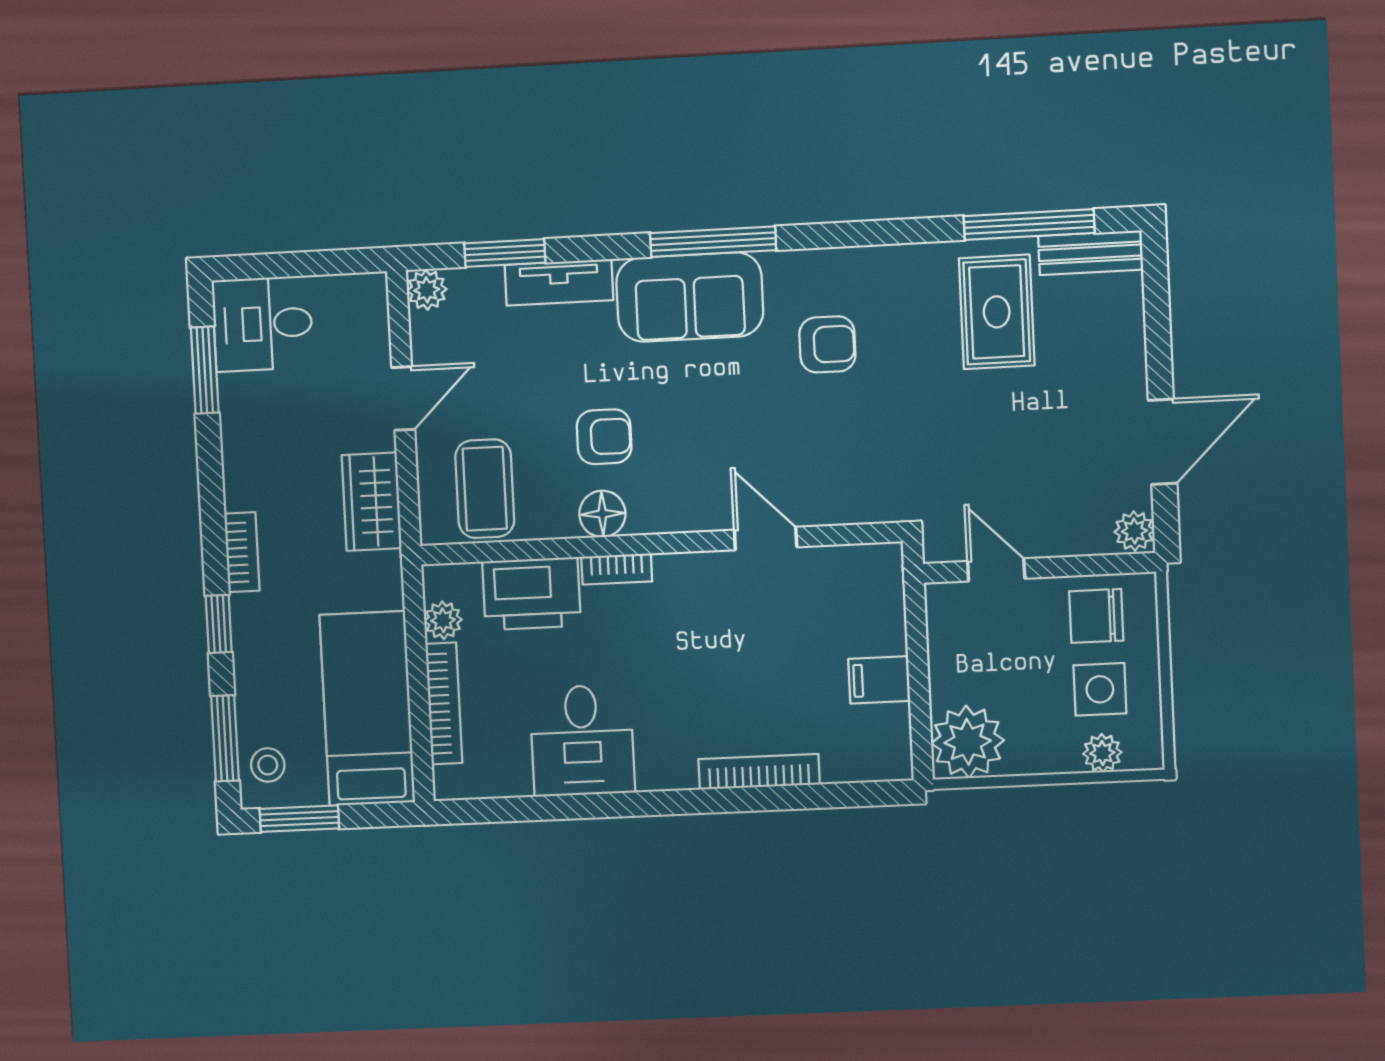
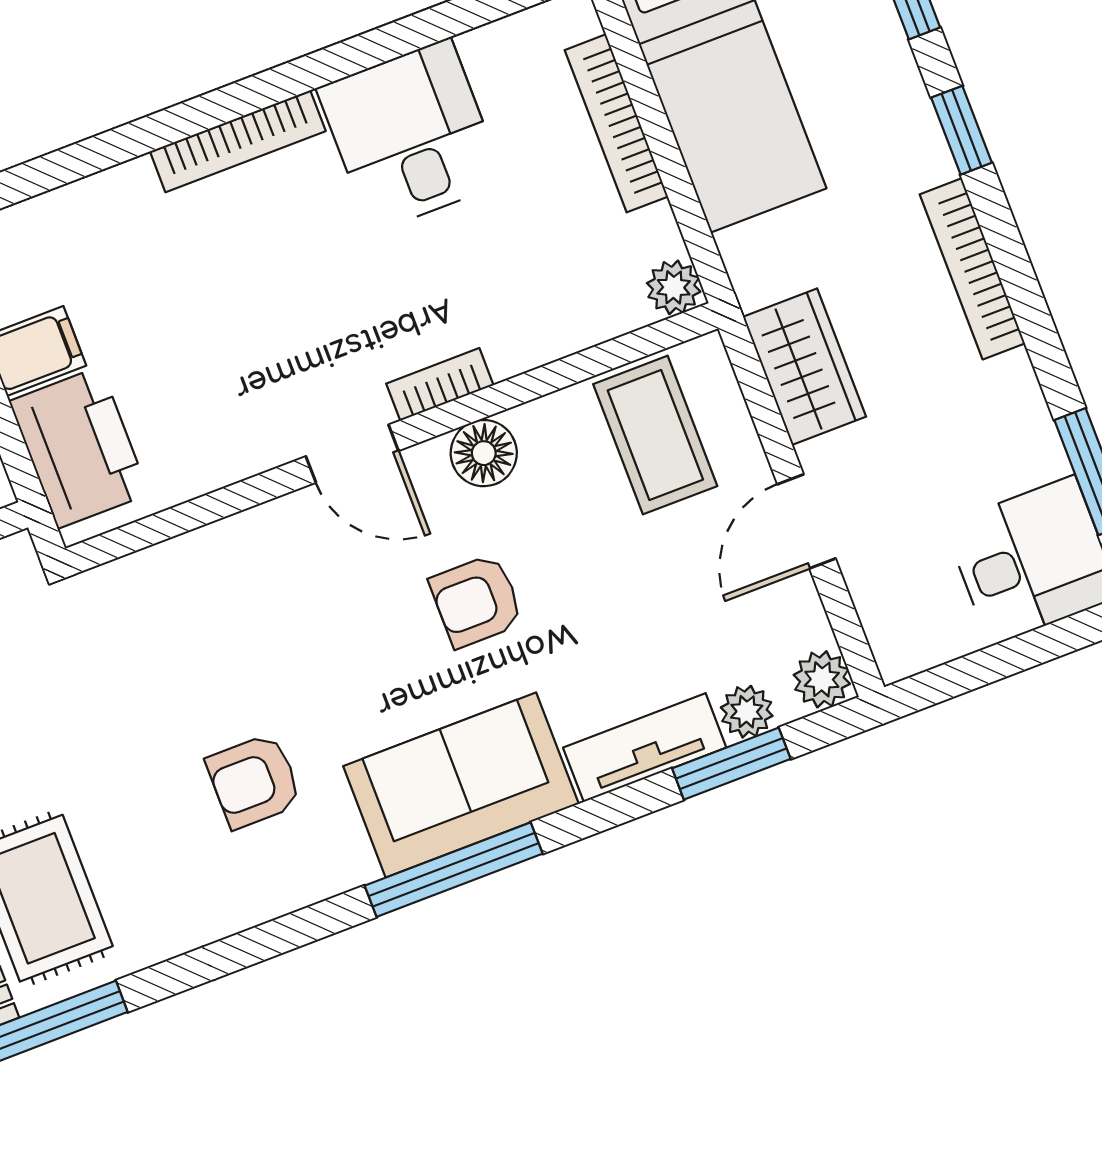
plant: (484, 284) -> (747, 712), added
armchair: (604, 437) -> (476, 601), moved
door: (766, 539) -> (352, 454), moved
bookcase: (242, 552) -> (972, 269), width x1.56
printer: (532, 594) -> (79, 448), moved, turned 90
plant: (443, 620) -> (674, 287), moved
bookcase: (759, 772) -> (238, 141), moved

